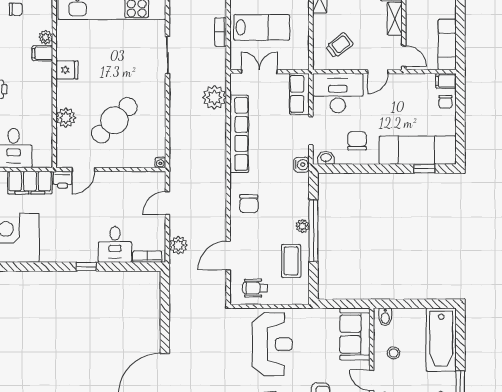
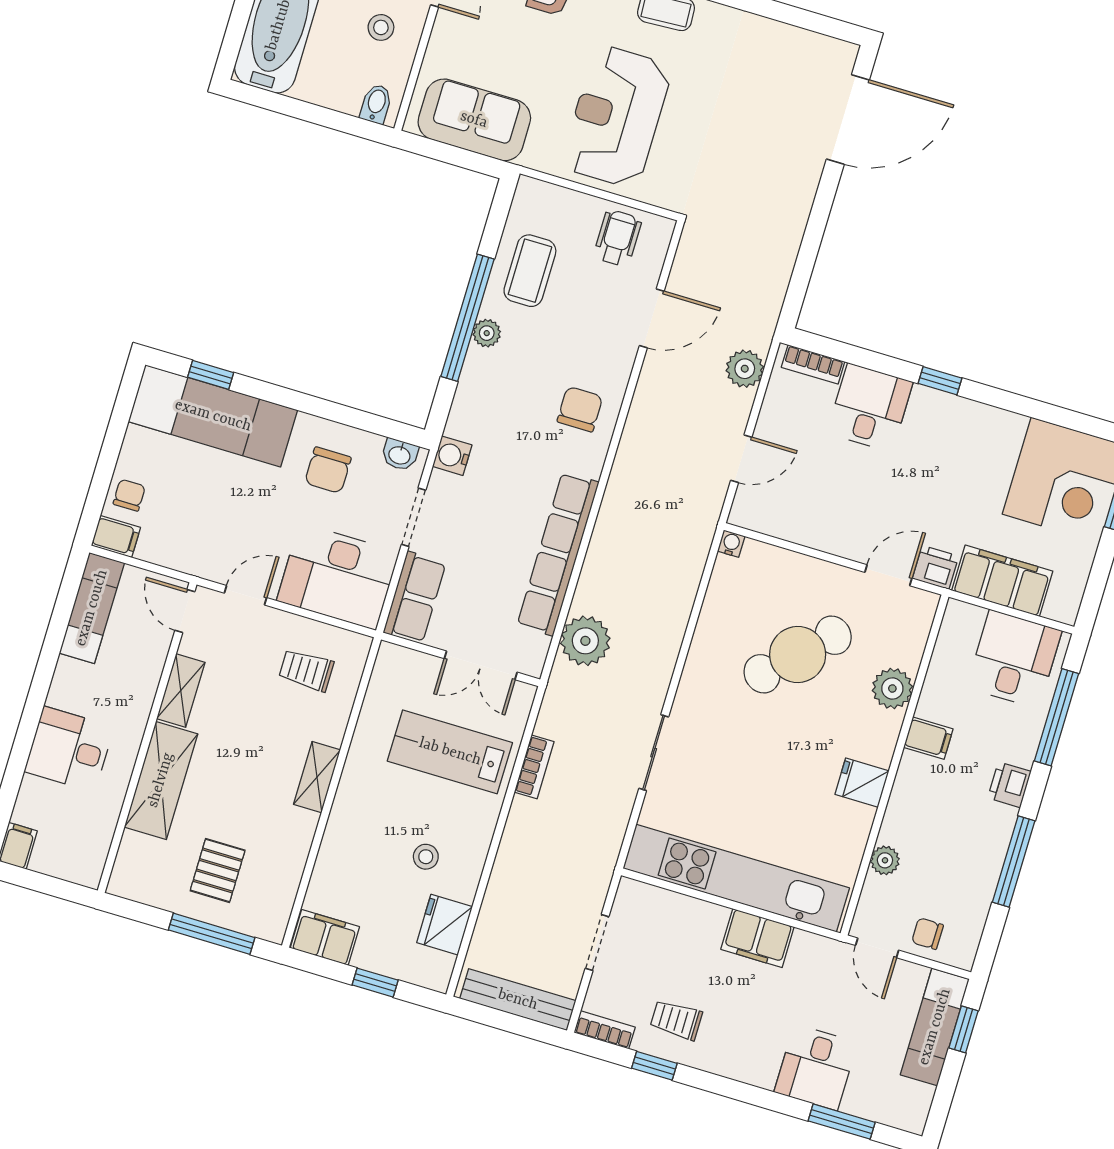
trolley: (339, 45) -> (306, 670), turned 37
filing cabinet: (42, 53) -> (928, 738), moved
wheelchair: (255, 288) -> (617, 238), turned -90
sofa: (355, 334) -> (474, 120), moved, turned -90

